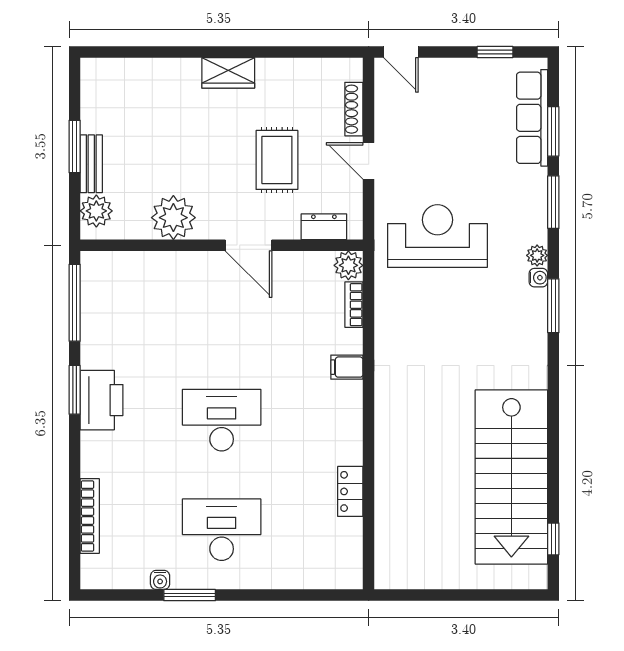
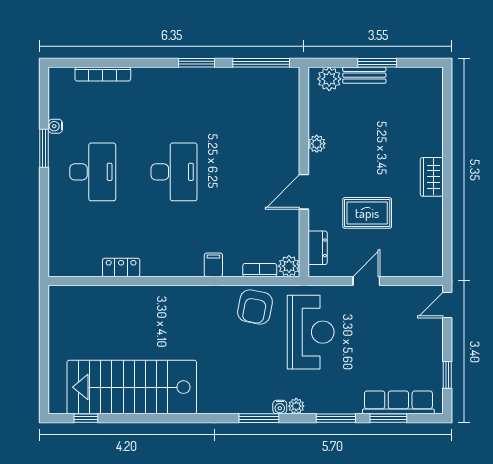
shoe rack: (354, 109) -> (405, 270), removed
plant: (173, 218) -> (317, 144), width x0.53, depth x0.53
armchair: (404, 311) -> (255, 307), added
printer: (102, 400) -> (189, 83), removed

